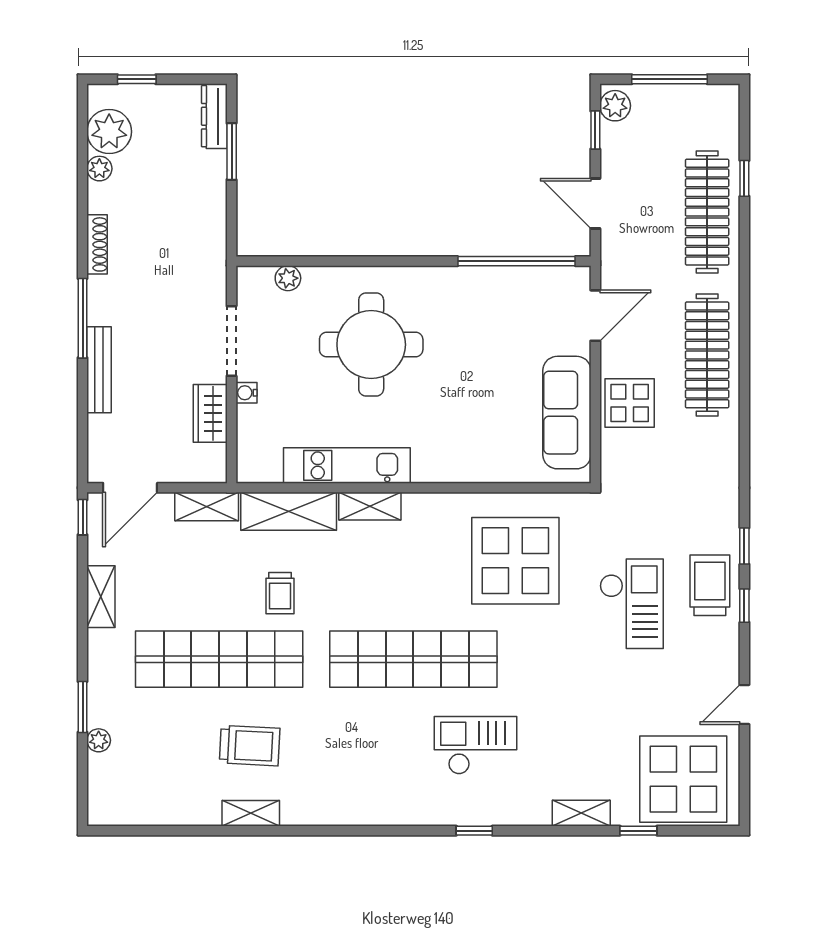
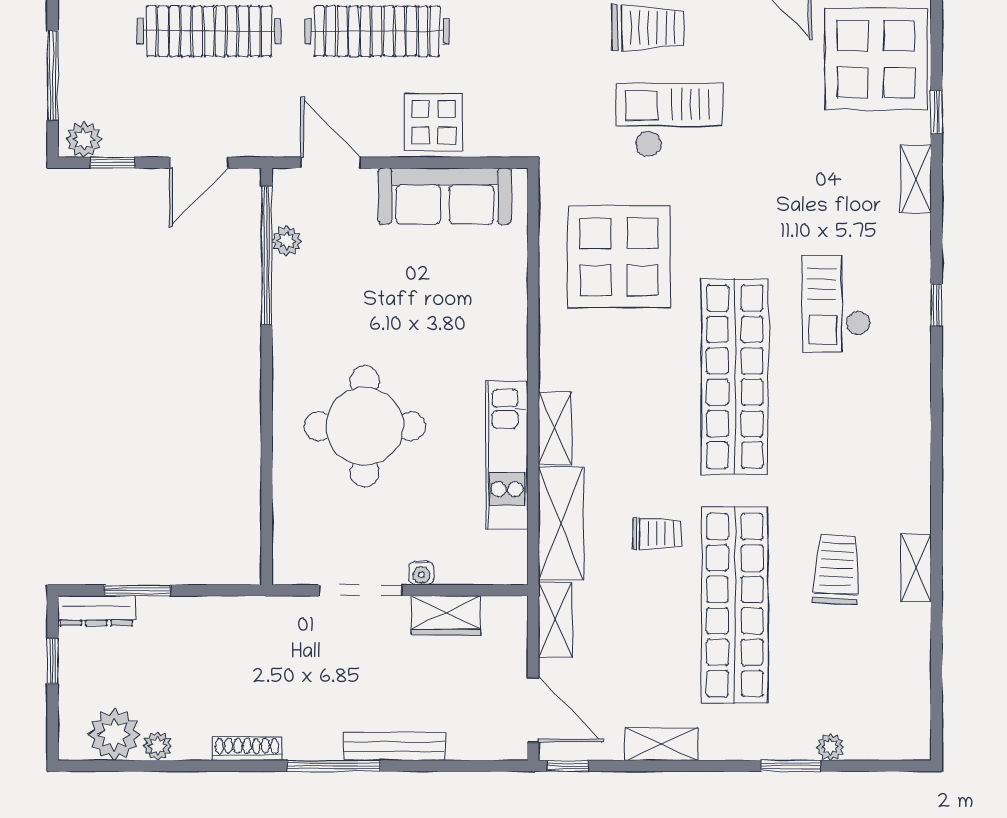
window: (137, 79) -> (53, 661), moved
plant: (288, 278) -> (287, 241), moved
trolley: (710, 585) -> (648, 28), turned 180

